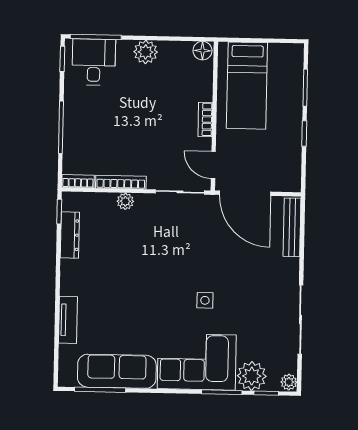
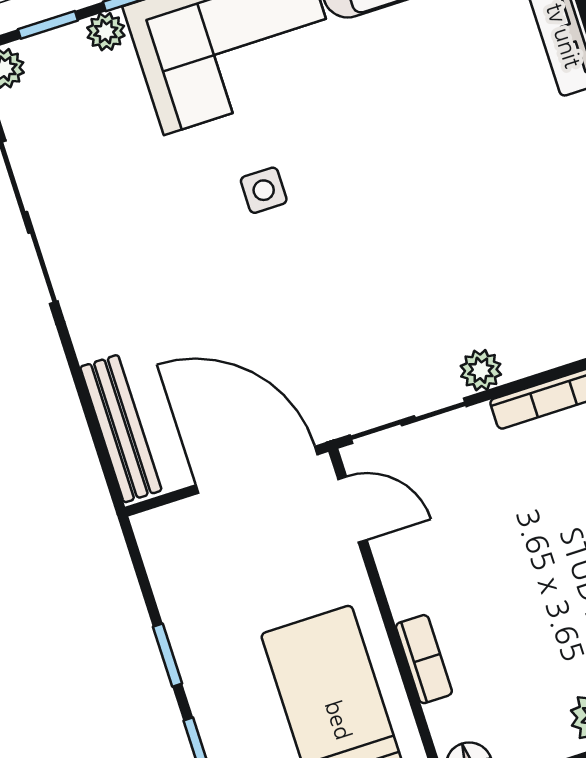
bookcase: (205, 120) -> (424, 659), moved
plant: (125, 201) -> (481, 370), moved
plant: (252, 376) -> (106, 32), width x0.53, depth x0.53

